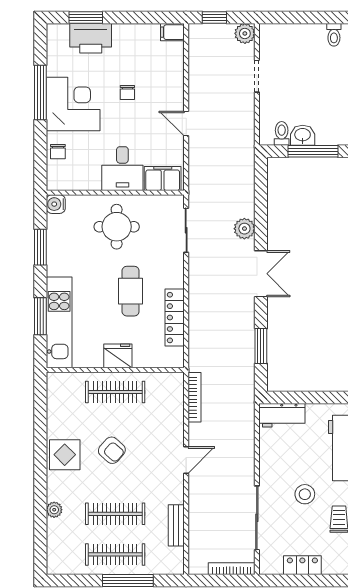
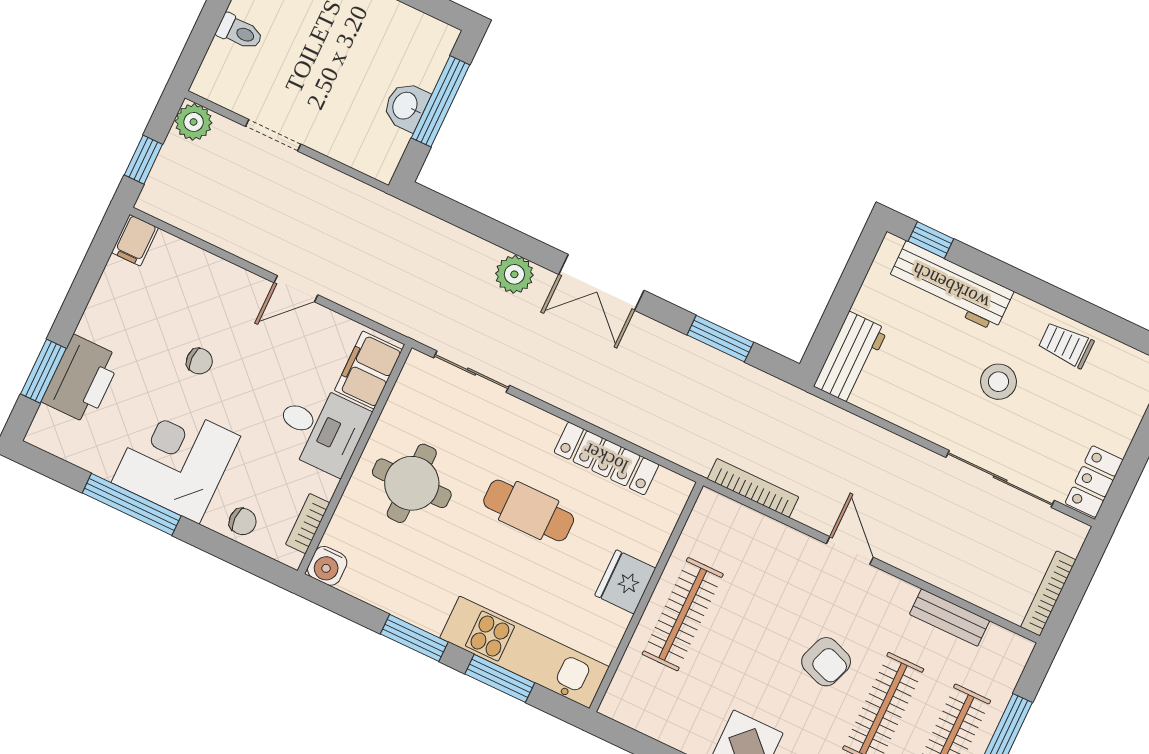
toilet: (282, 133) -> (240, 32), moved, turned 180
bookcase: (72, 184) -> (308, 524), added
window: (40, 247) -> (414, 638), moved
double door: (261, 274) -> (601, 282), swing flipped
armchair: (112, 450) -> (826, 662), moved, turned 68
locker: (302, 565) -> (1094, 482), moved
bookcase: (232, 569) -> (1048, 593), moved

